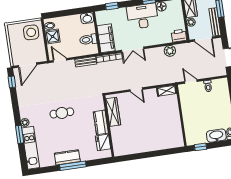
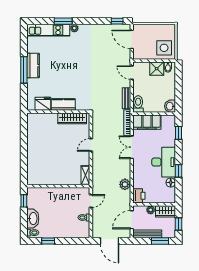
toilet: (88, 40) -> (138, 104), moved
door: (60, 60) -> (132, 73), swing flipped
cafe table: (62, 113) -> (79, 67), removed

